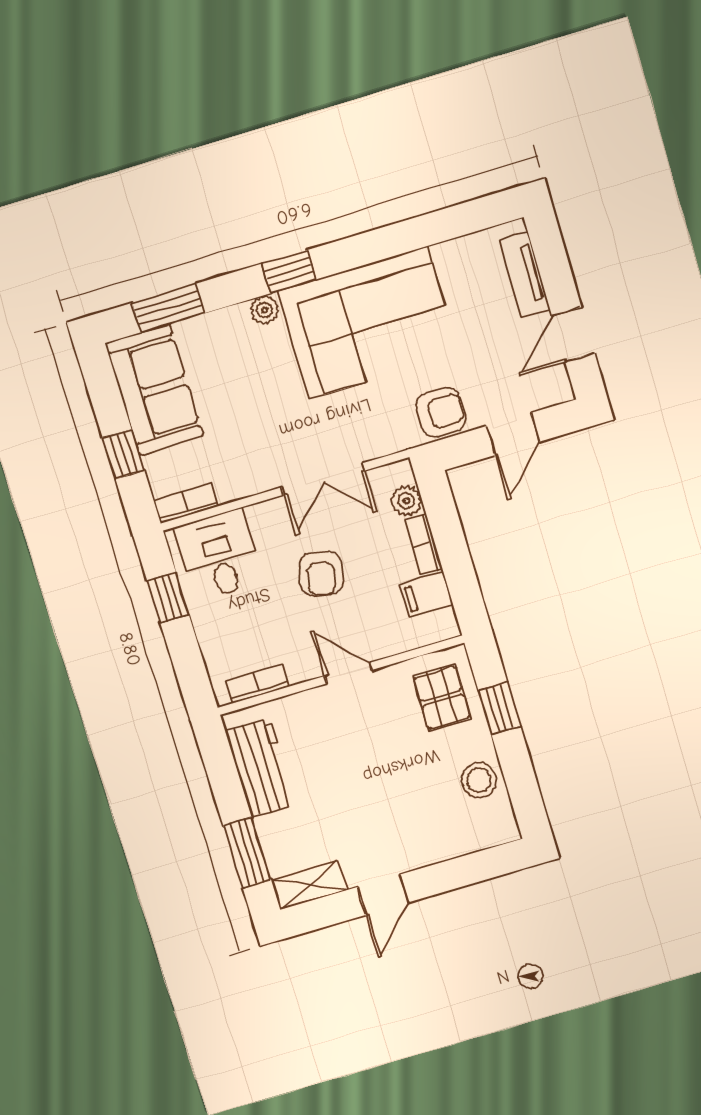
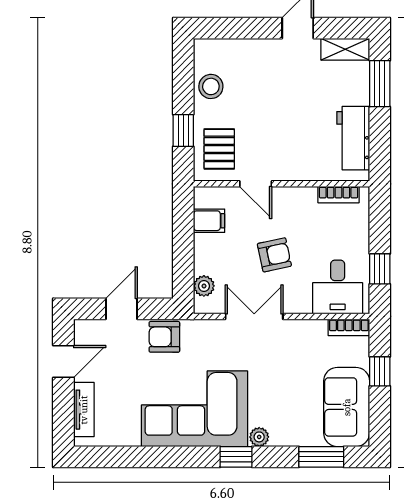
bookcase: (424, 545) -> (201, 254), removed
armchair: (321, 574) -> (274, 255), turned 66
door: (348, 673) -> (256, 184), moved

